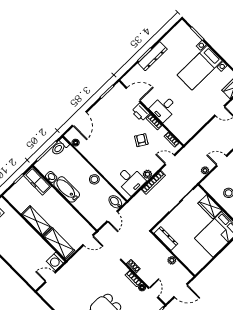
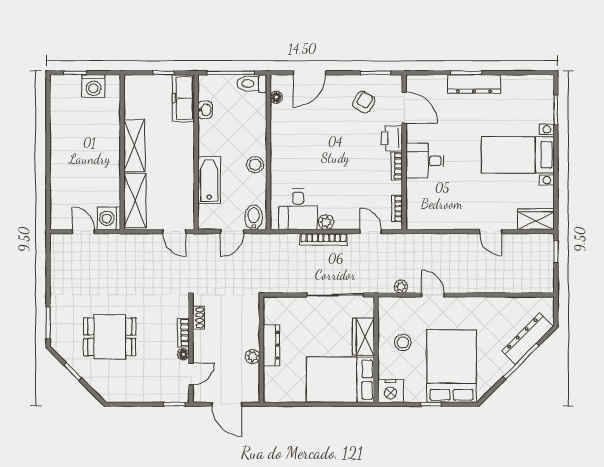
armchair: (141, 140) -> (364, 102), moved
bathtub: (67, 189) -> (209, 180), moved
dresser: (166, 239) -> (271, 345), moved

